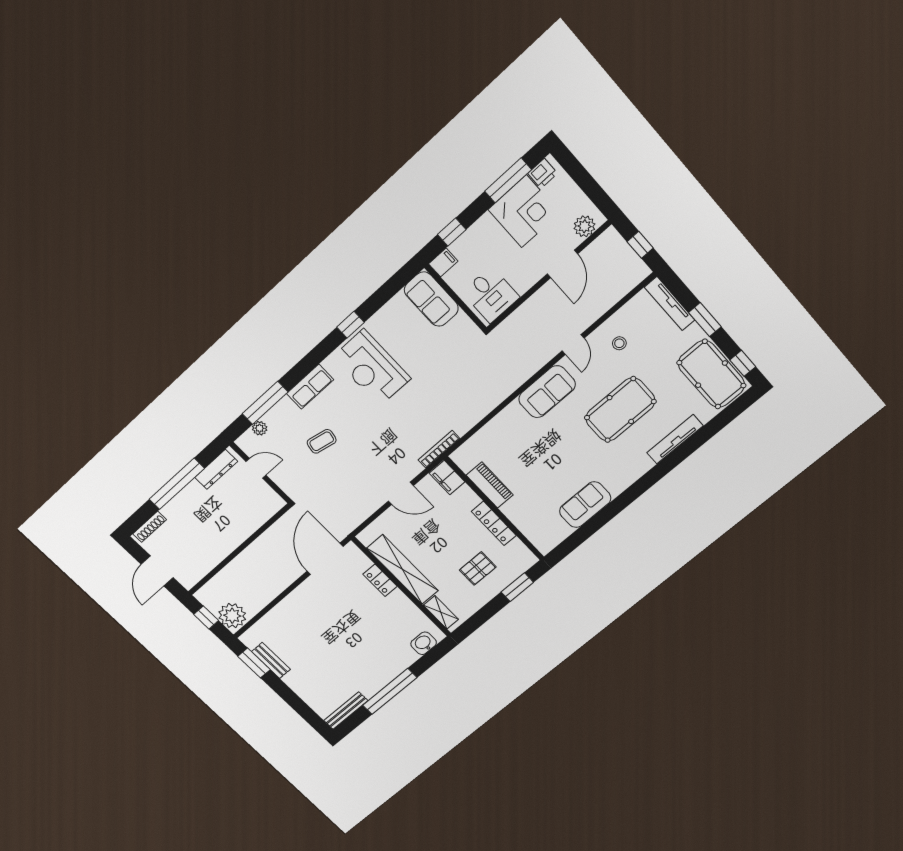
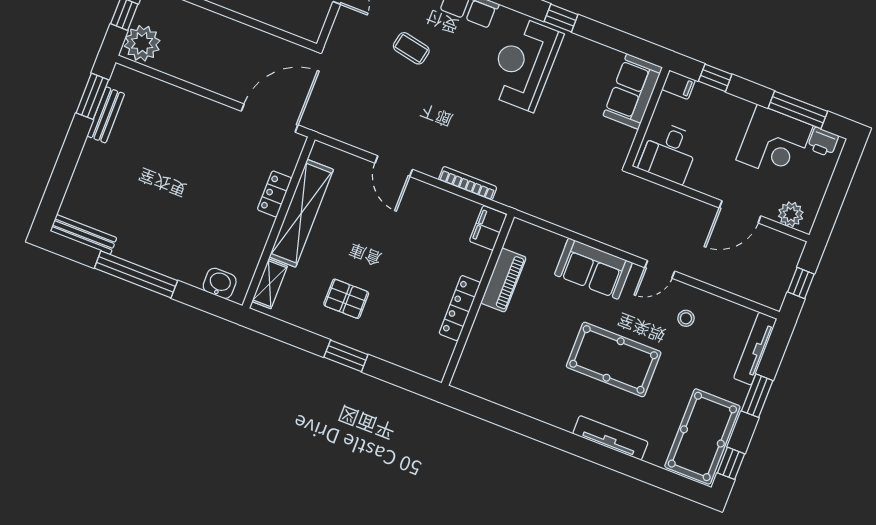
filing cabinet: (447, 478) -> (488, 228), moved
piano: (490, 485) -> (503, 280), moved
sofa: (585, 505) -> (485, 380), removed
wall: (494, 509) -> (478, 300), moved
locker: (494, 523) -> (460, 308), moved

